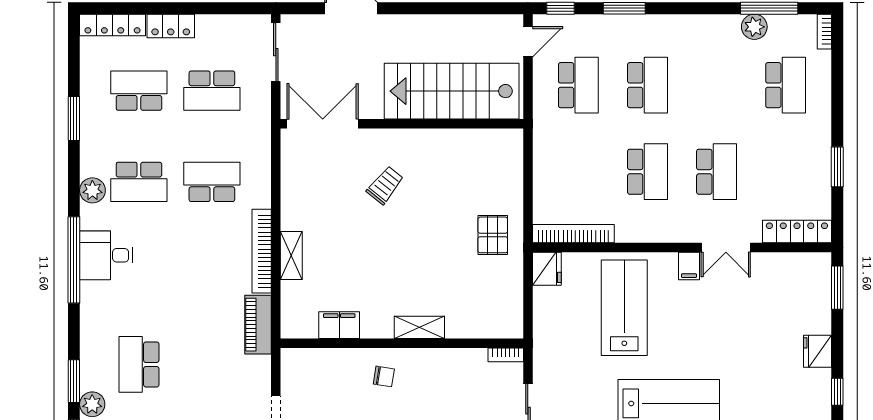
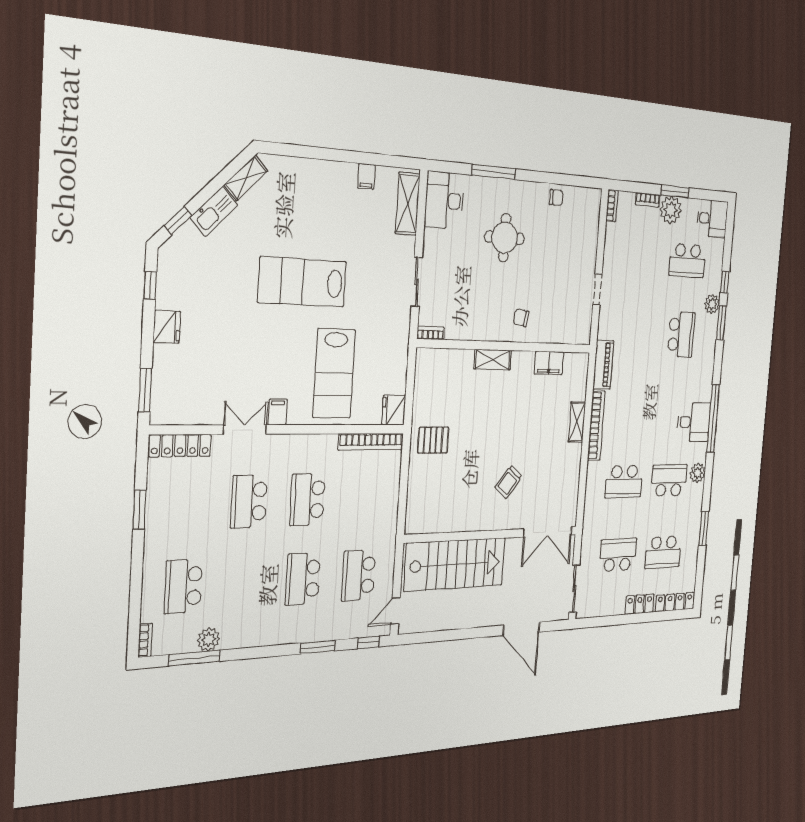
pallet: (493, 235) -> (433, 440), turned 90

